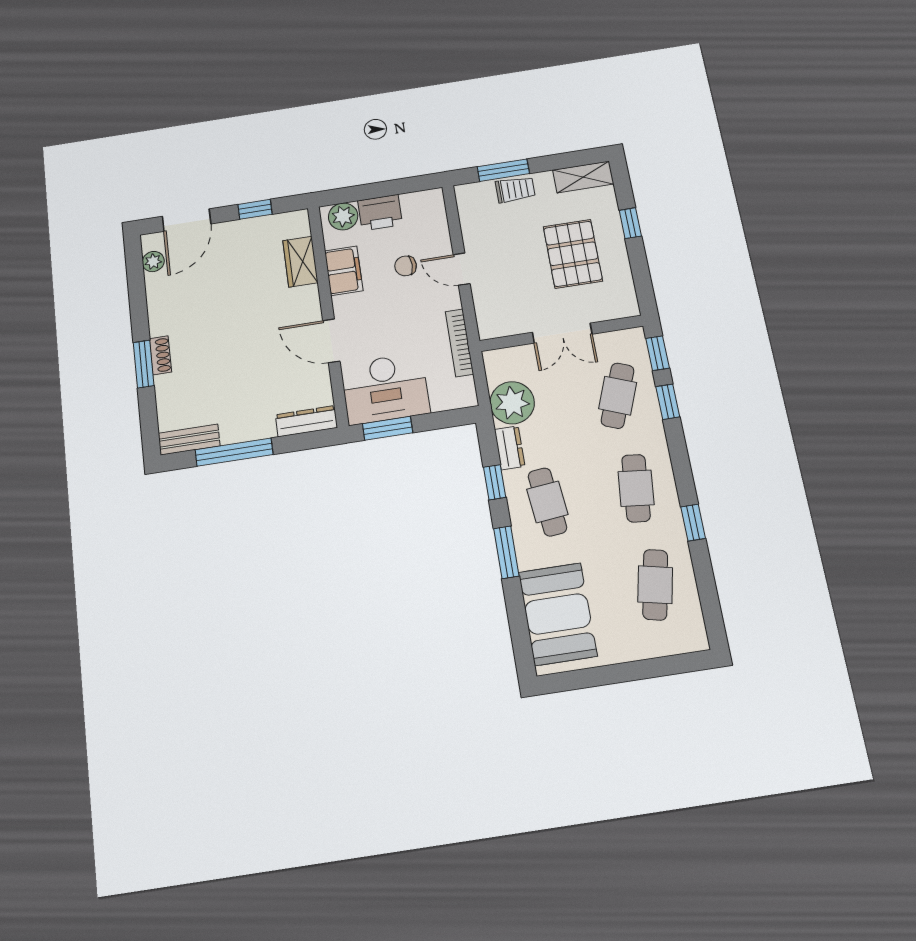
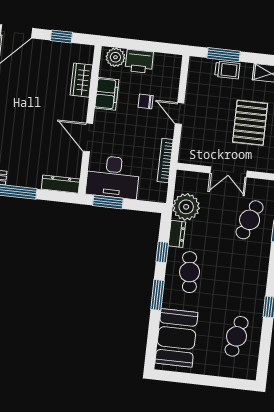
cafe table: (636, 488) -> (243, 278), removed

